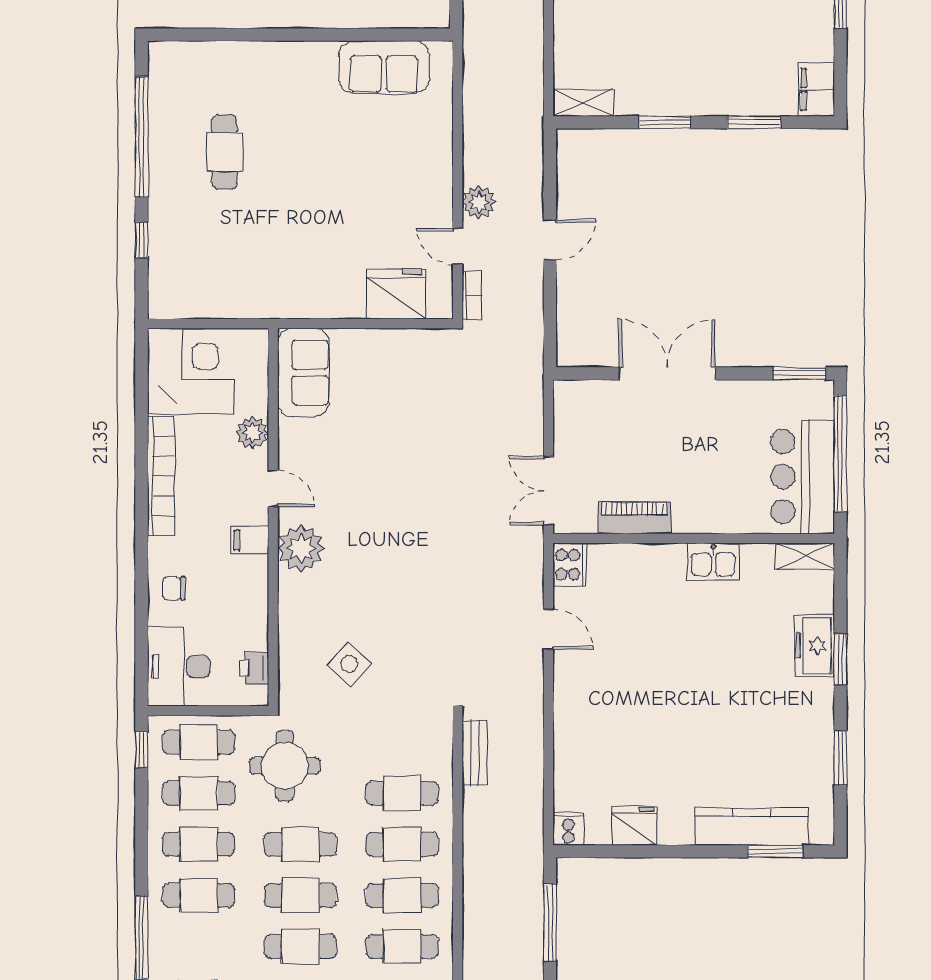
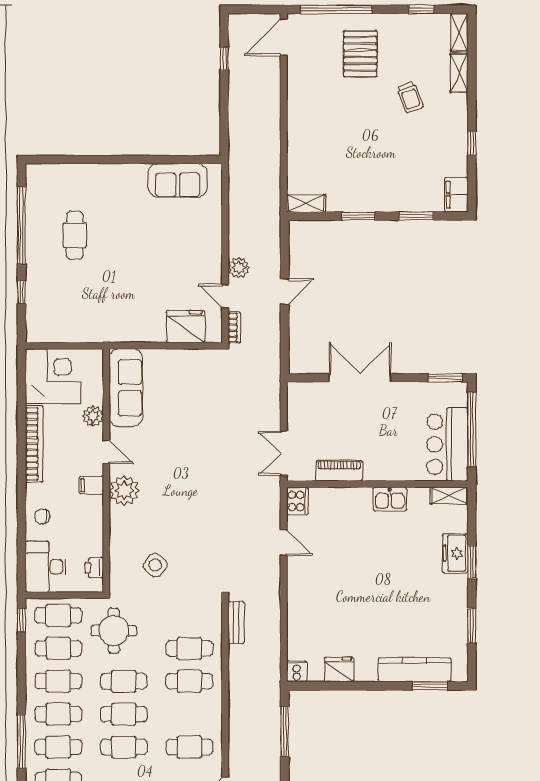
sofa: (303, 373) -> (126, 388), width x1.36
cafe table: (402, 895) -> (58, 747), moved

